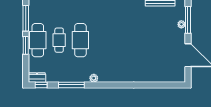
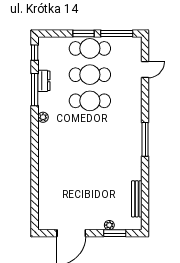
window: (188, 20) -> (115, 233), width x0.69
cafe table: (59, 40) -> (90, 75), width x1.37, depth x1.35
dresser: (37, 77) -> (44, 81), moved

